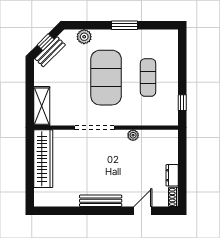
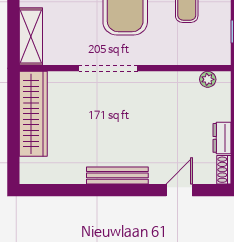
plant: (133, 135) -> (208, 79), moved

